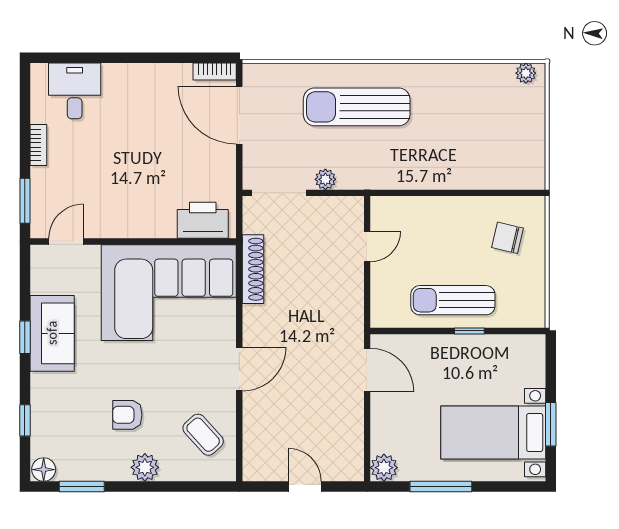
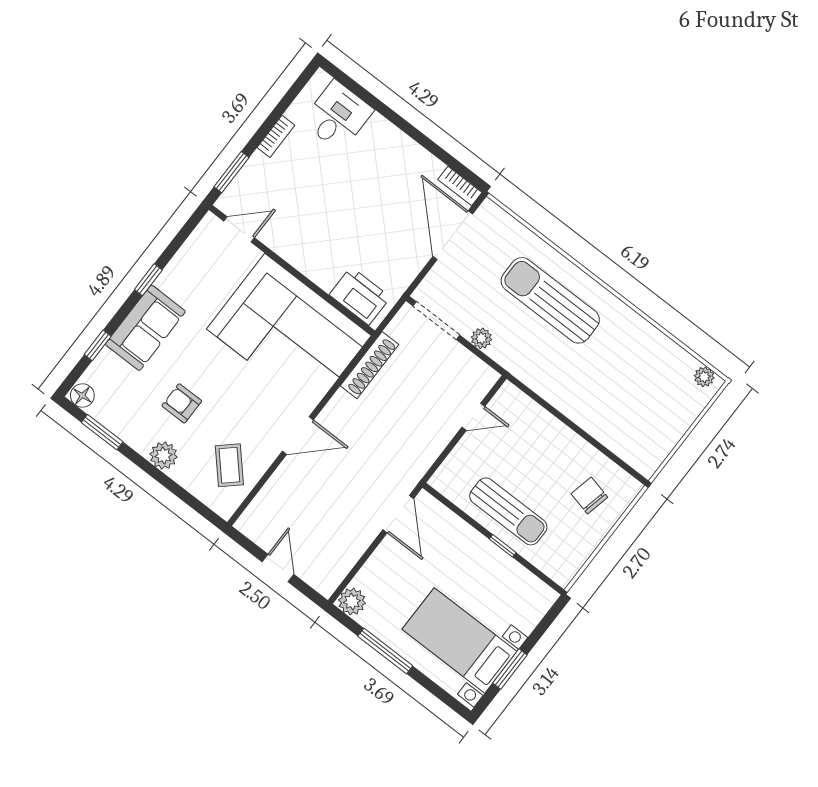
sun lounger: (453, 300) -> (508, 511), turned 180
sofa: (52, 333) -> (145, 328), moved

